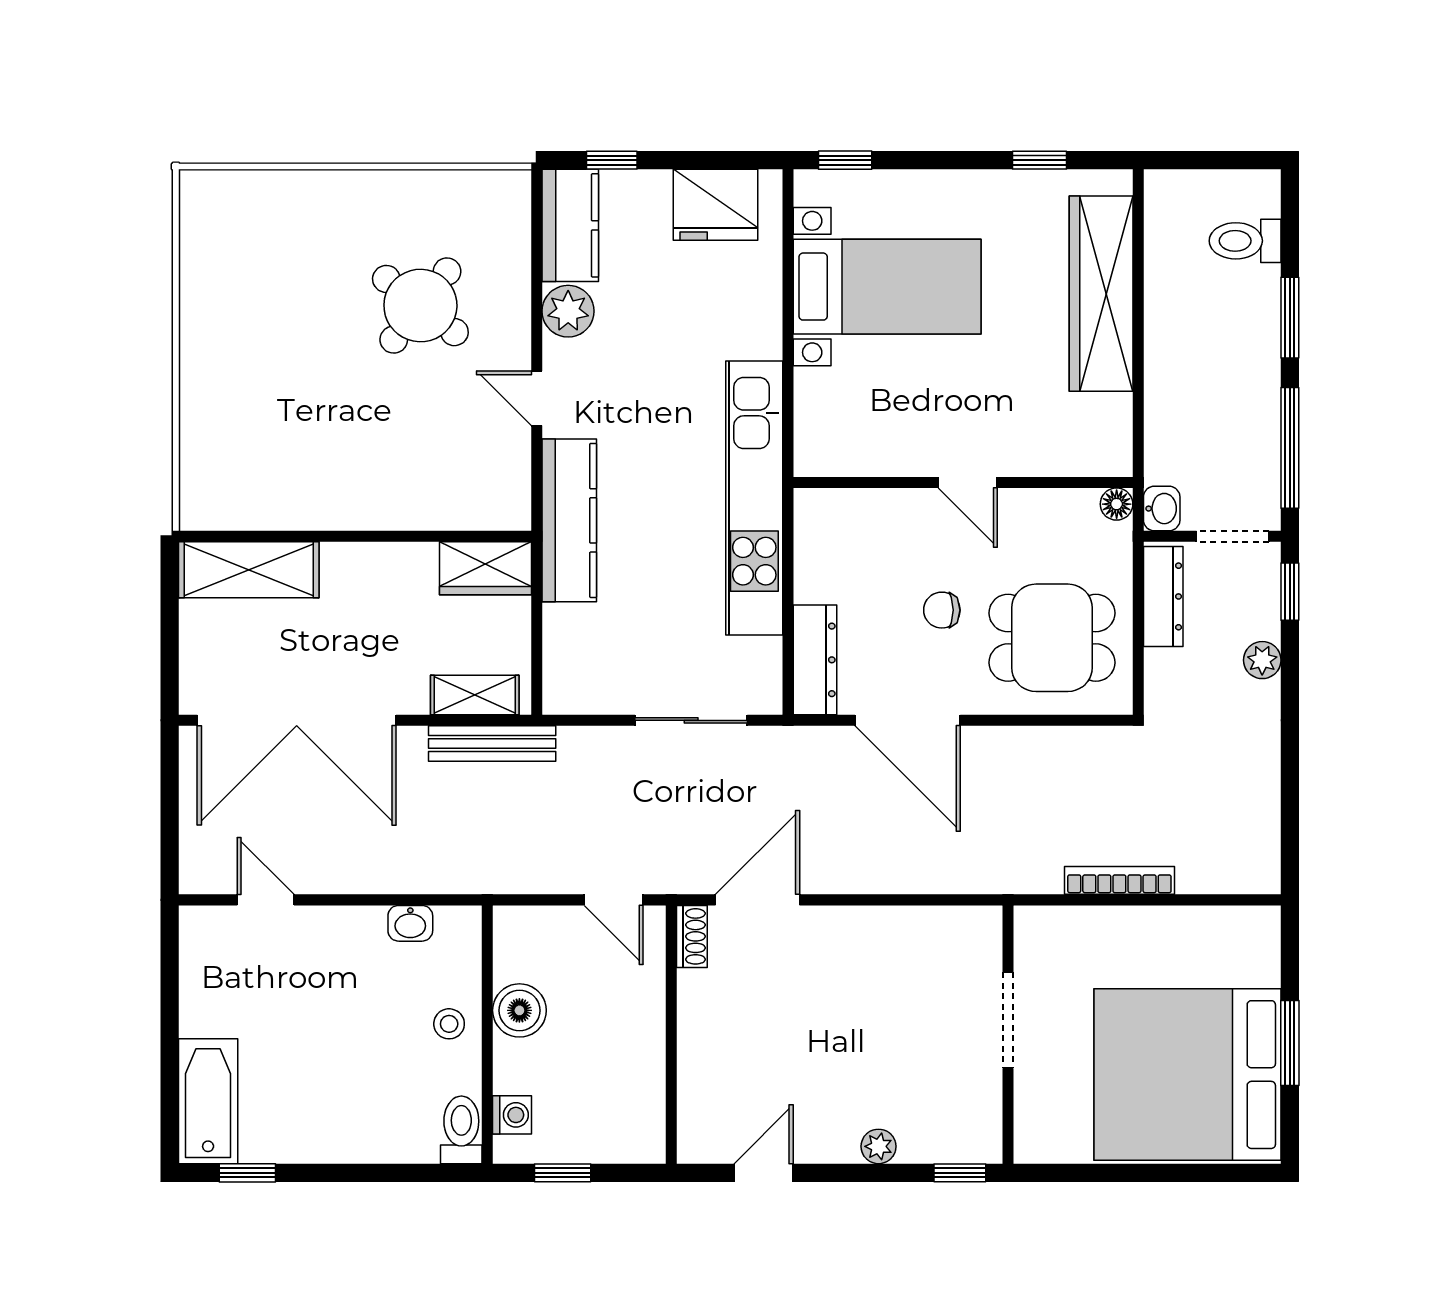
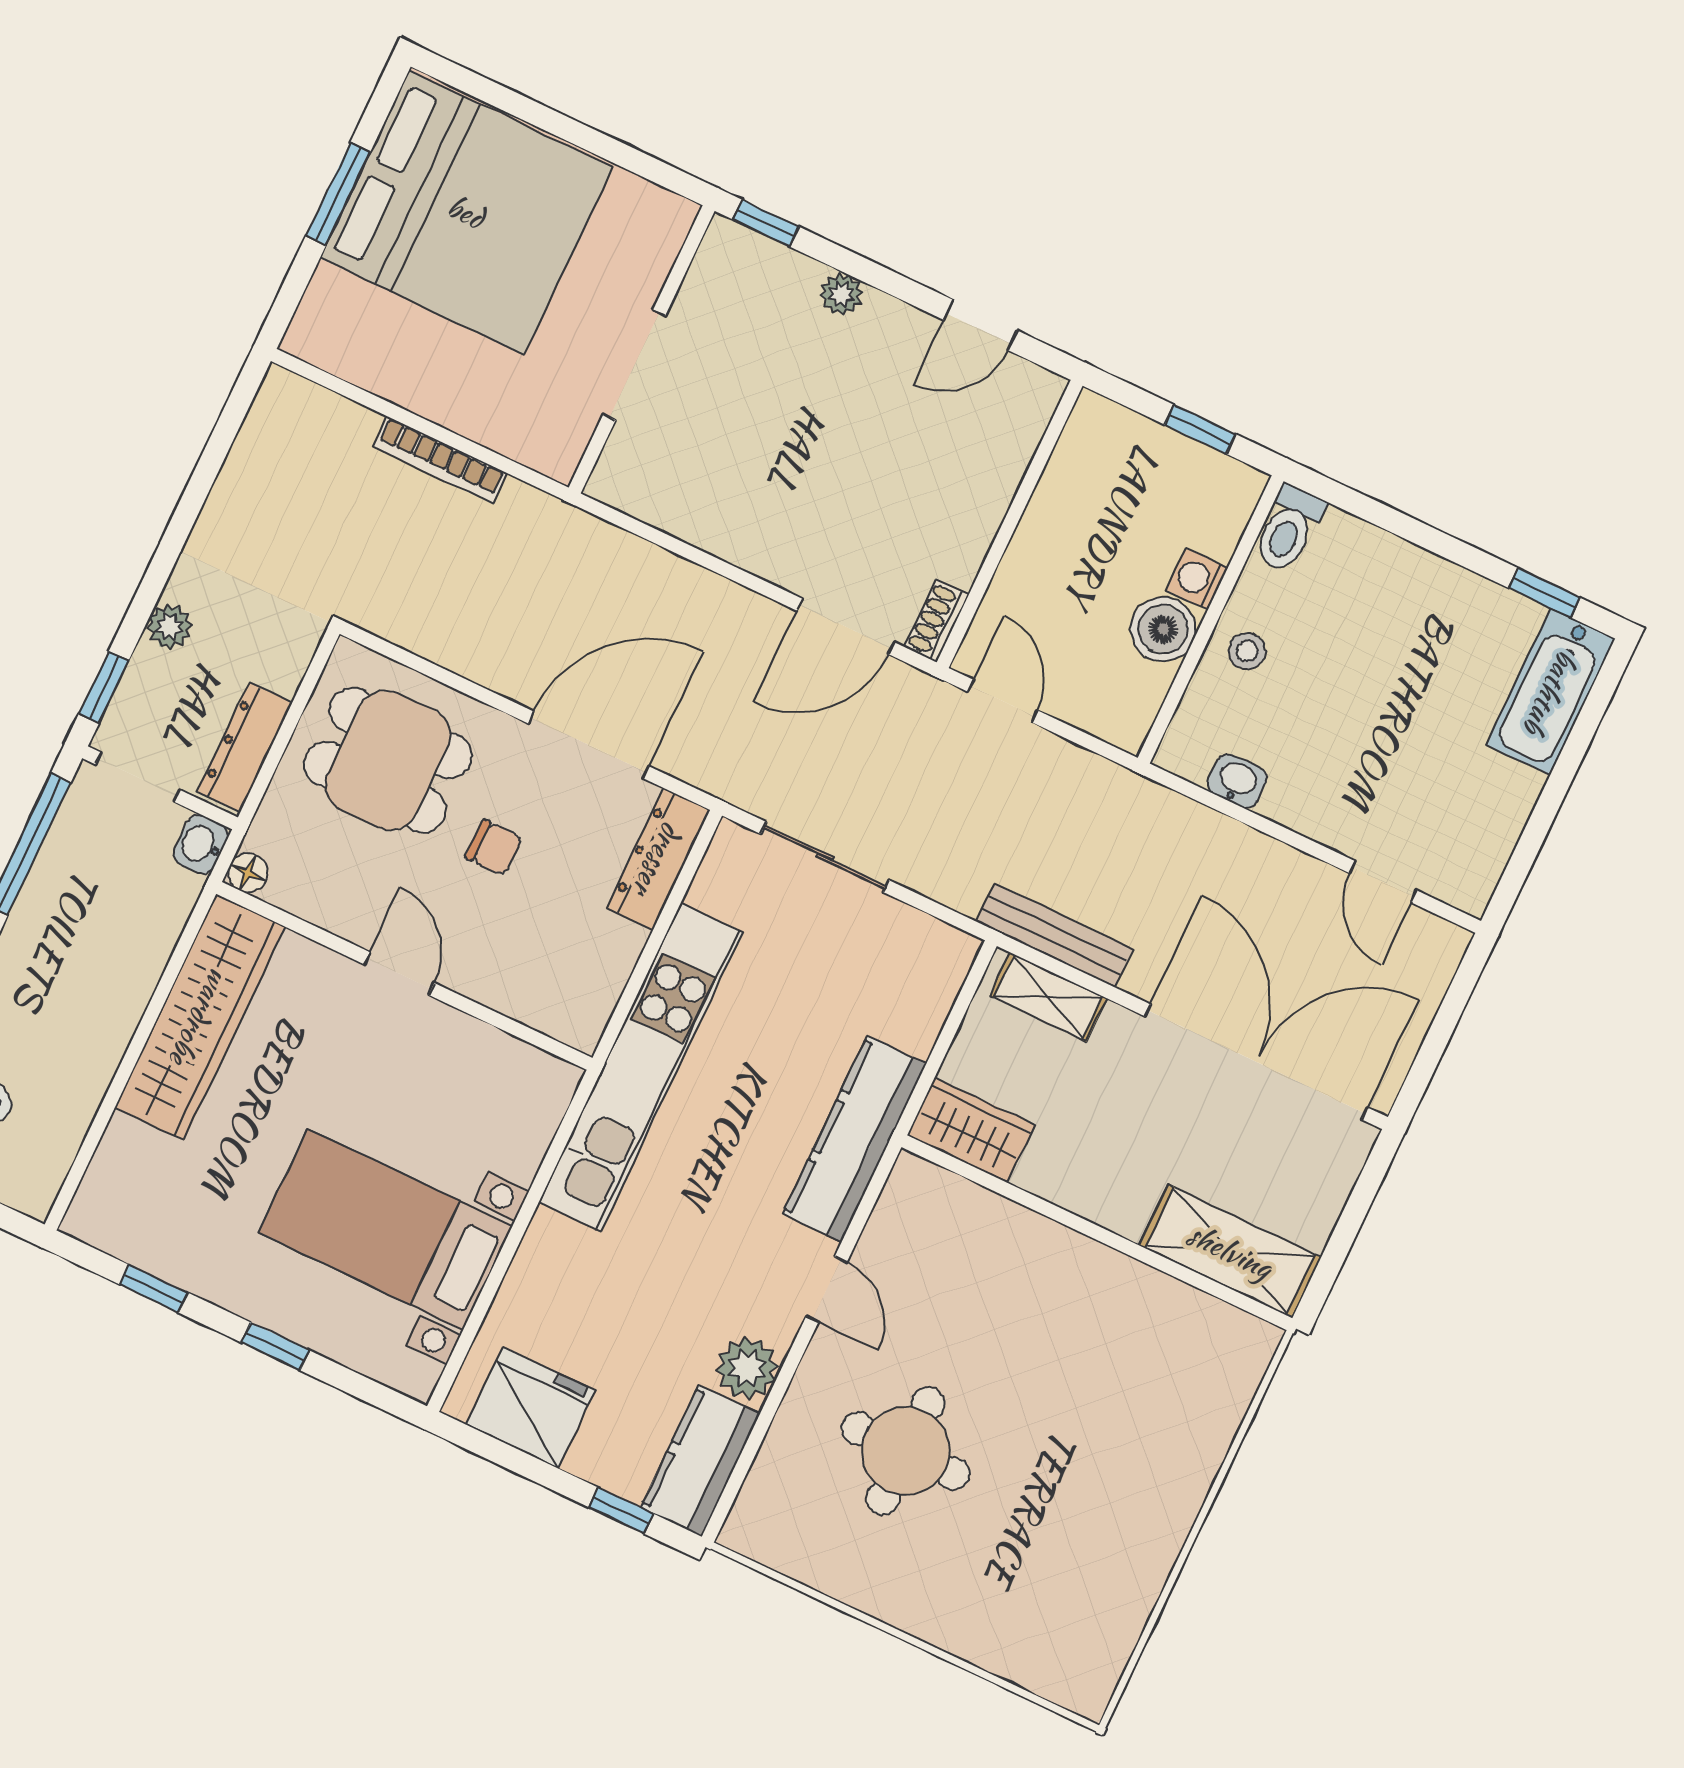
window: (845, 160) -> (275, 1346), moved
wardrobe: (1101, 294) -> (200, 1017), moved
round table: (420, 306) -> (906, 1451), turned -38
door: (908, 720) -> (588, 745), hinge flipped
washing machine: (512, 1115) -> (1197, 579), moved

